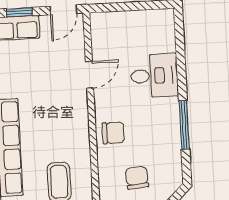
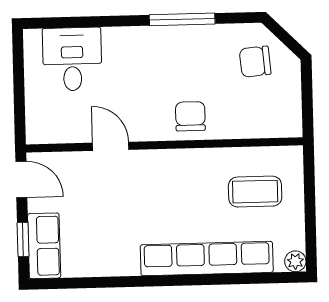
desk: (154, 76) -> (72, 59), moved
chair: (137, 178) -> (255, 62), moved

